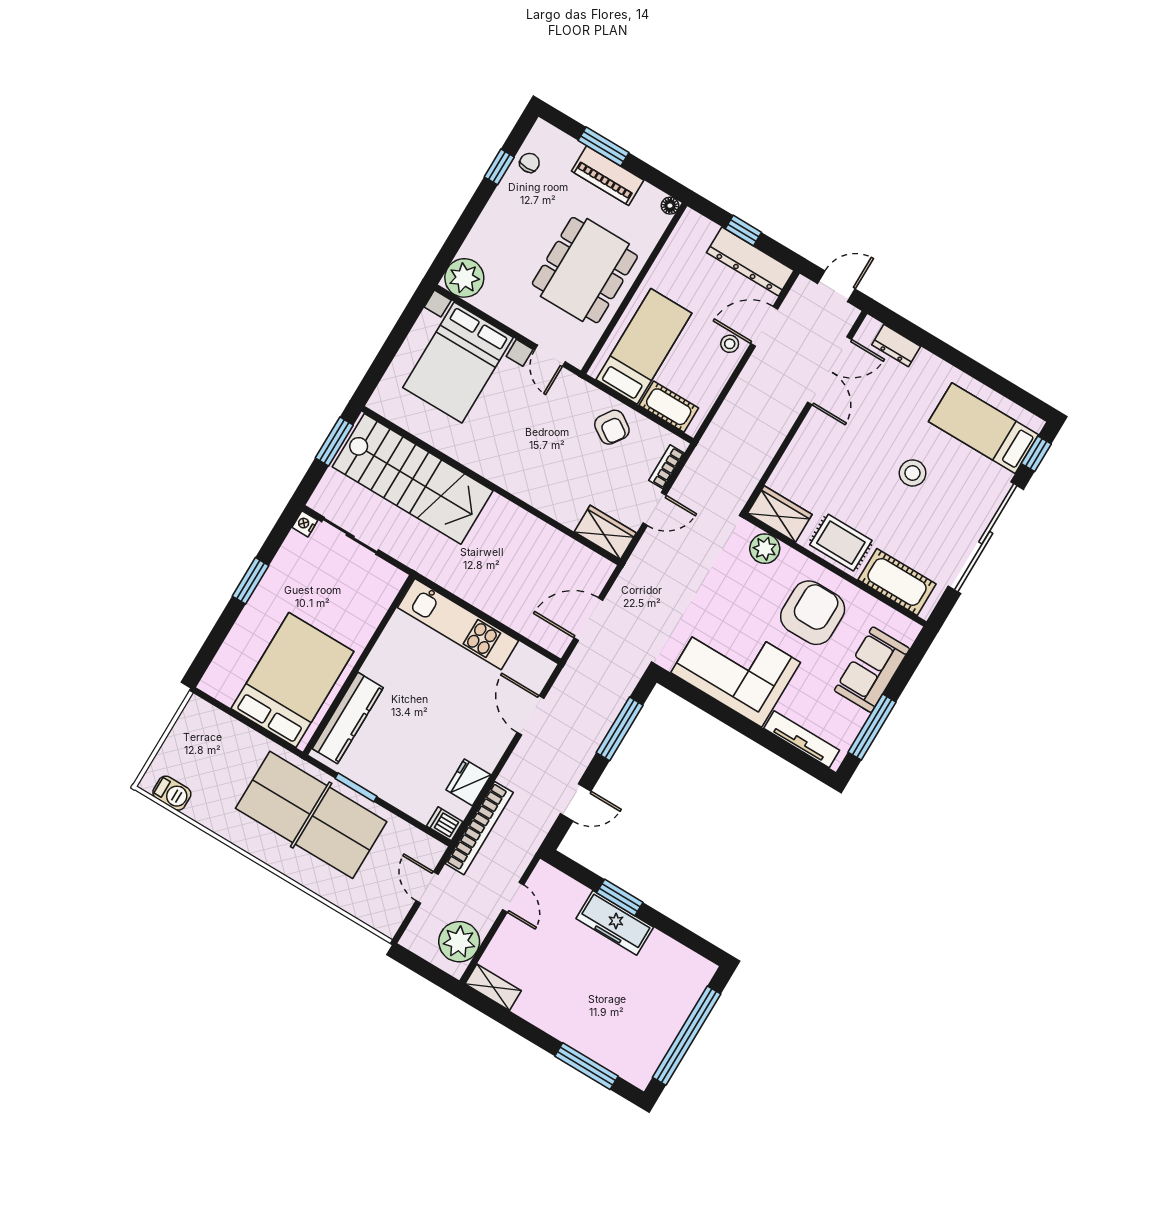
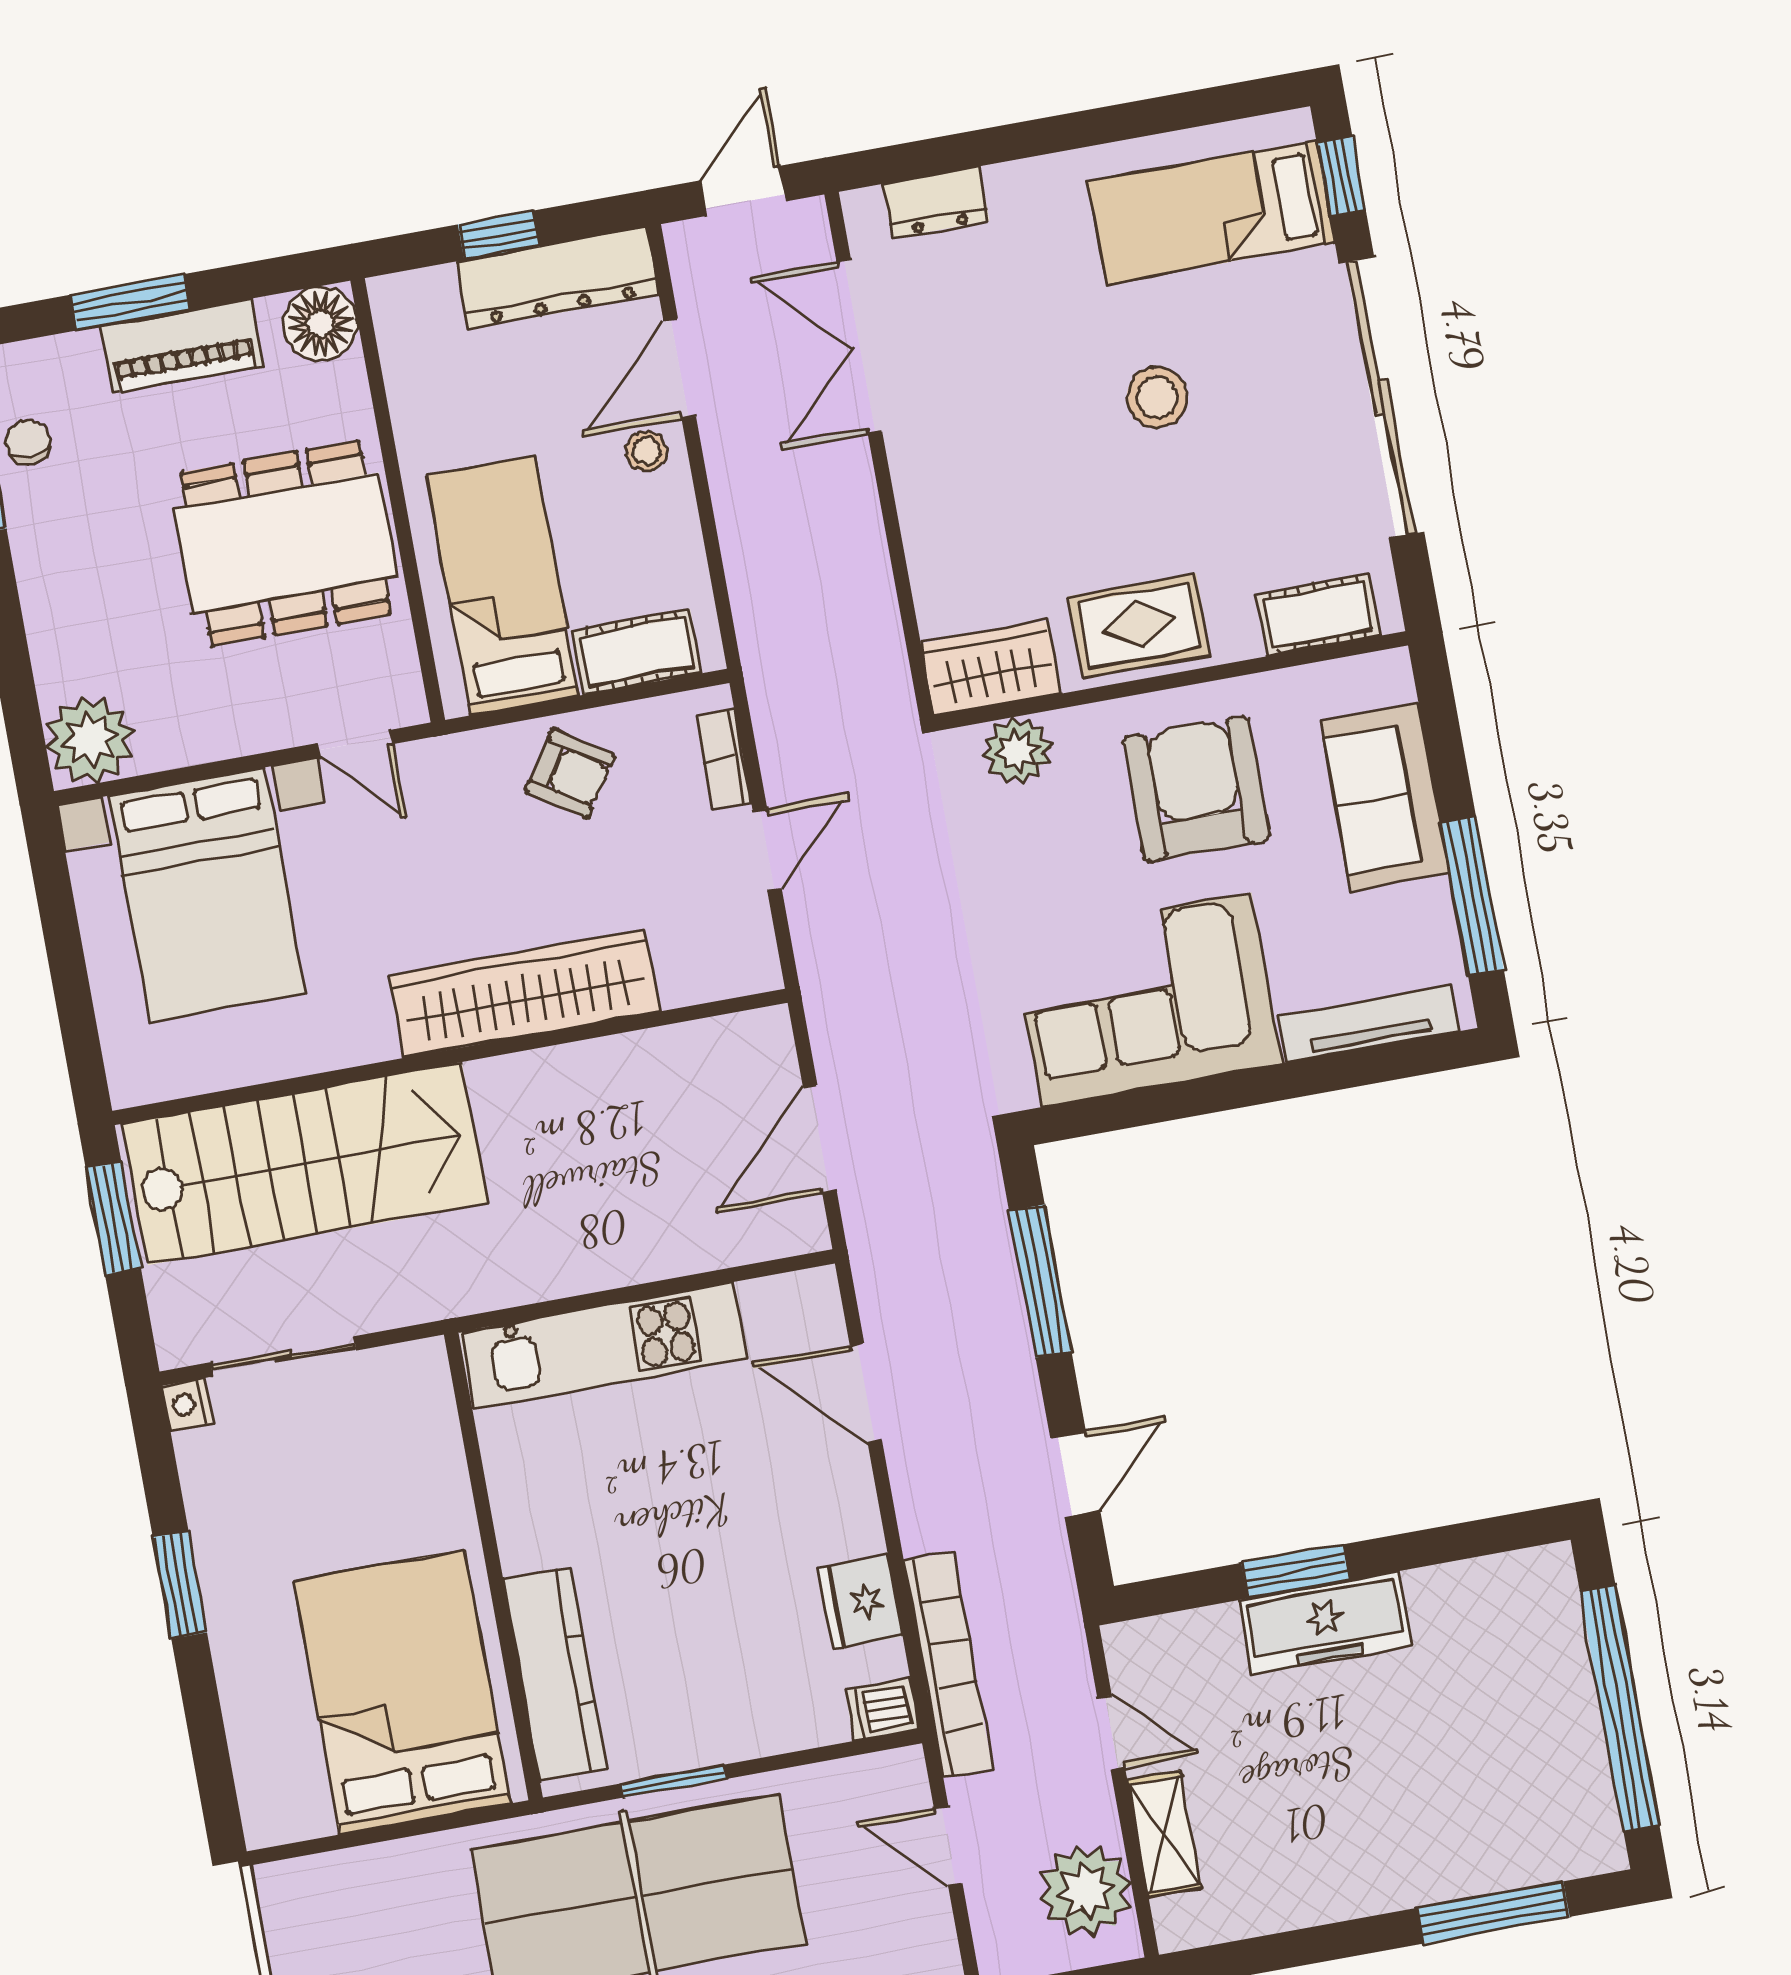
floor lamp: (670, 206) -> (321, 324), width x1.89, depth x1.89
dining table: (585, 270) -> (286, 543), turned 90
double door: (829, 371) -> (859, 347), swing flipped
wardrobe: (605, 532) -> (524, 993), moved, width x2.10, depth x1.17
cot: (897, 582) -> (1318, 615), width x0.73, depth x0.75
shelving: (493, 987) -> (1164, 1834), moved, turned 90

